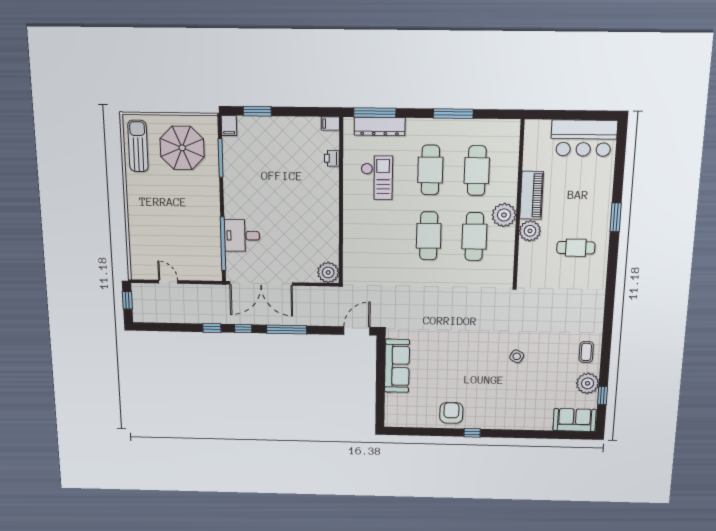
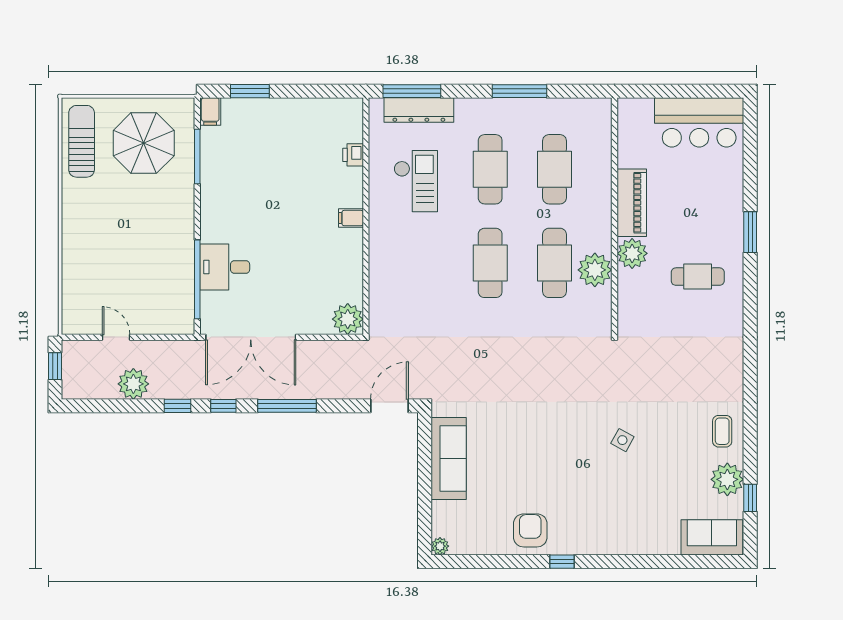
filing cabinet: (330, 124) -> (351, 218), moved
plant: (504, 215) -> (595, 270), moved
plant: (181, 313) -> (133, 384), added
plant: (390, 421) -> (440, 546), added

